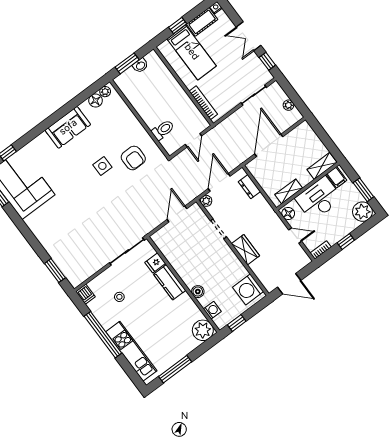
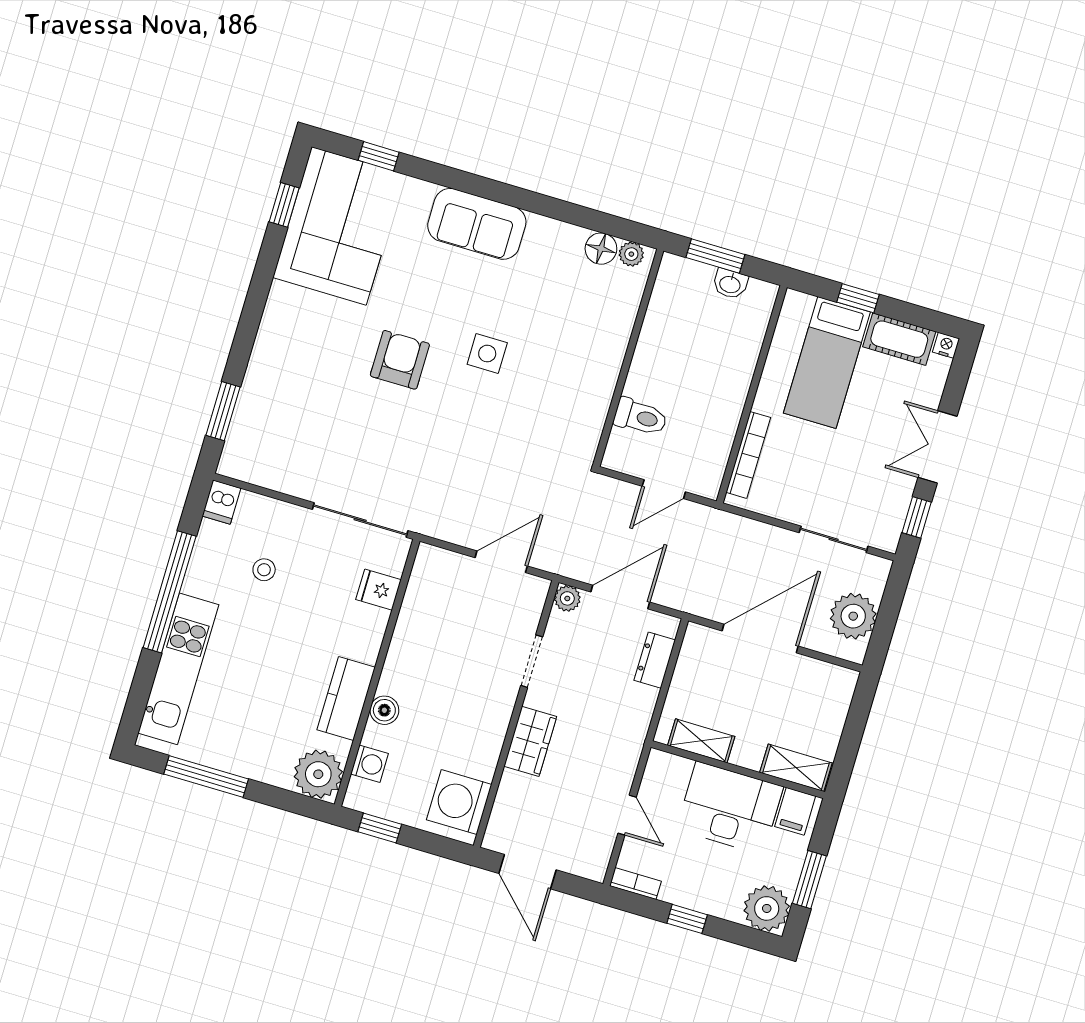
plant: (288, 105) -> (853, 616), width x1.88, depth x1.88
sofa: (68, 127) -> (477, 224), moved
armchair: (133, 158) -> (400, 360), moved, turned 180
floor lamp: (288, 213) -> (659, 771), removed
kitchen counter: (170, 282) -> (346, 698), moved

